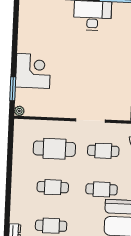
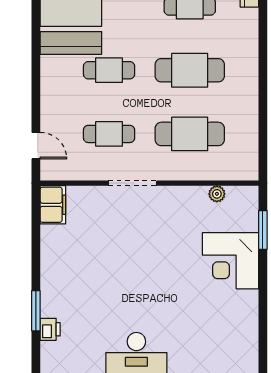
plant: (19, 111) -> (217, 194), moved
cafe table: (53, 187) -> (190, 70), width x1.37, depth x1.35

